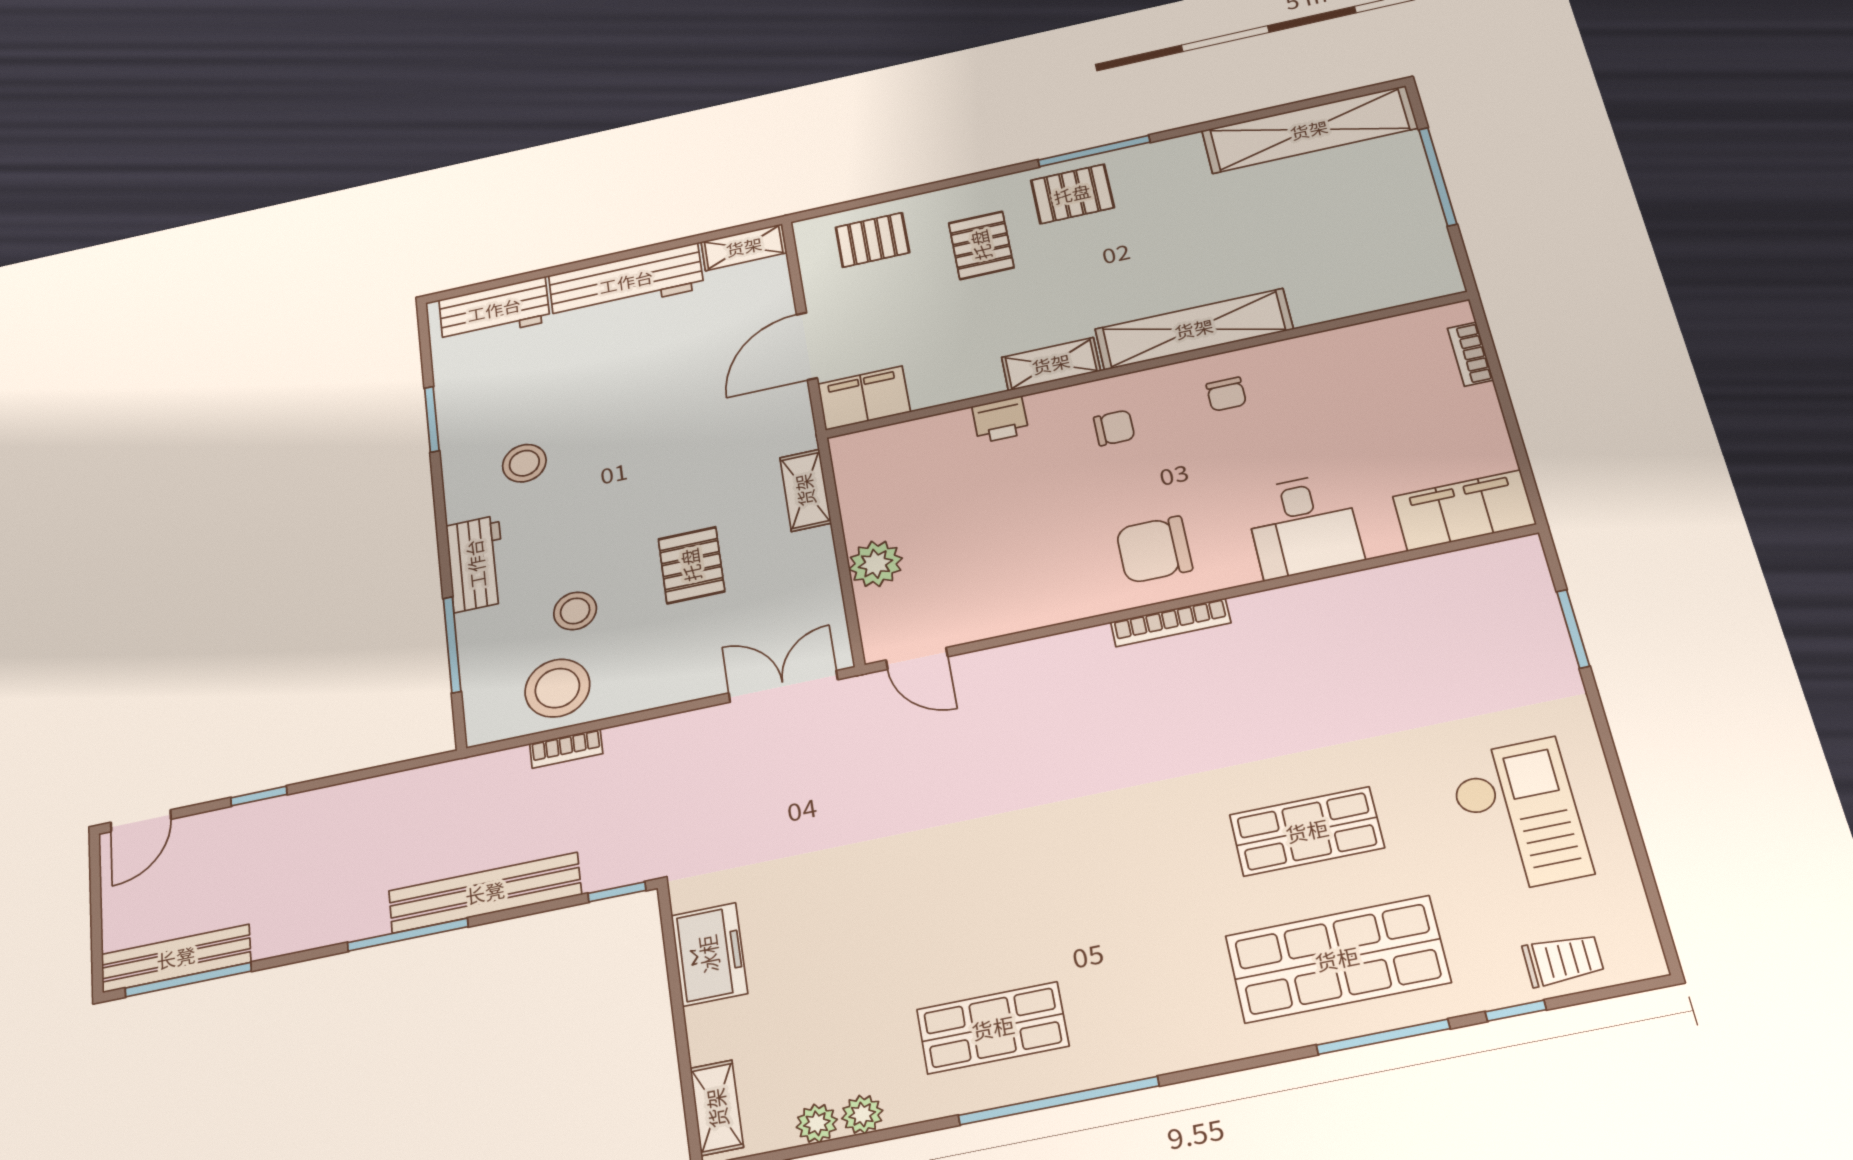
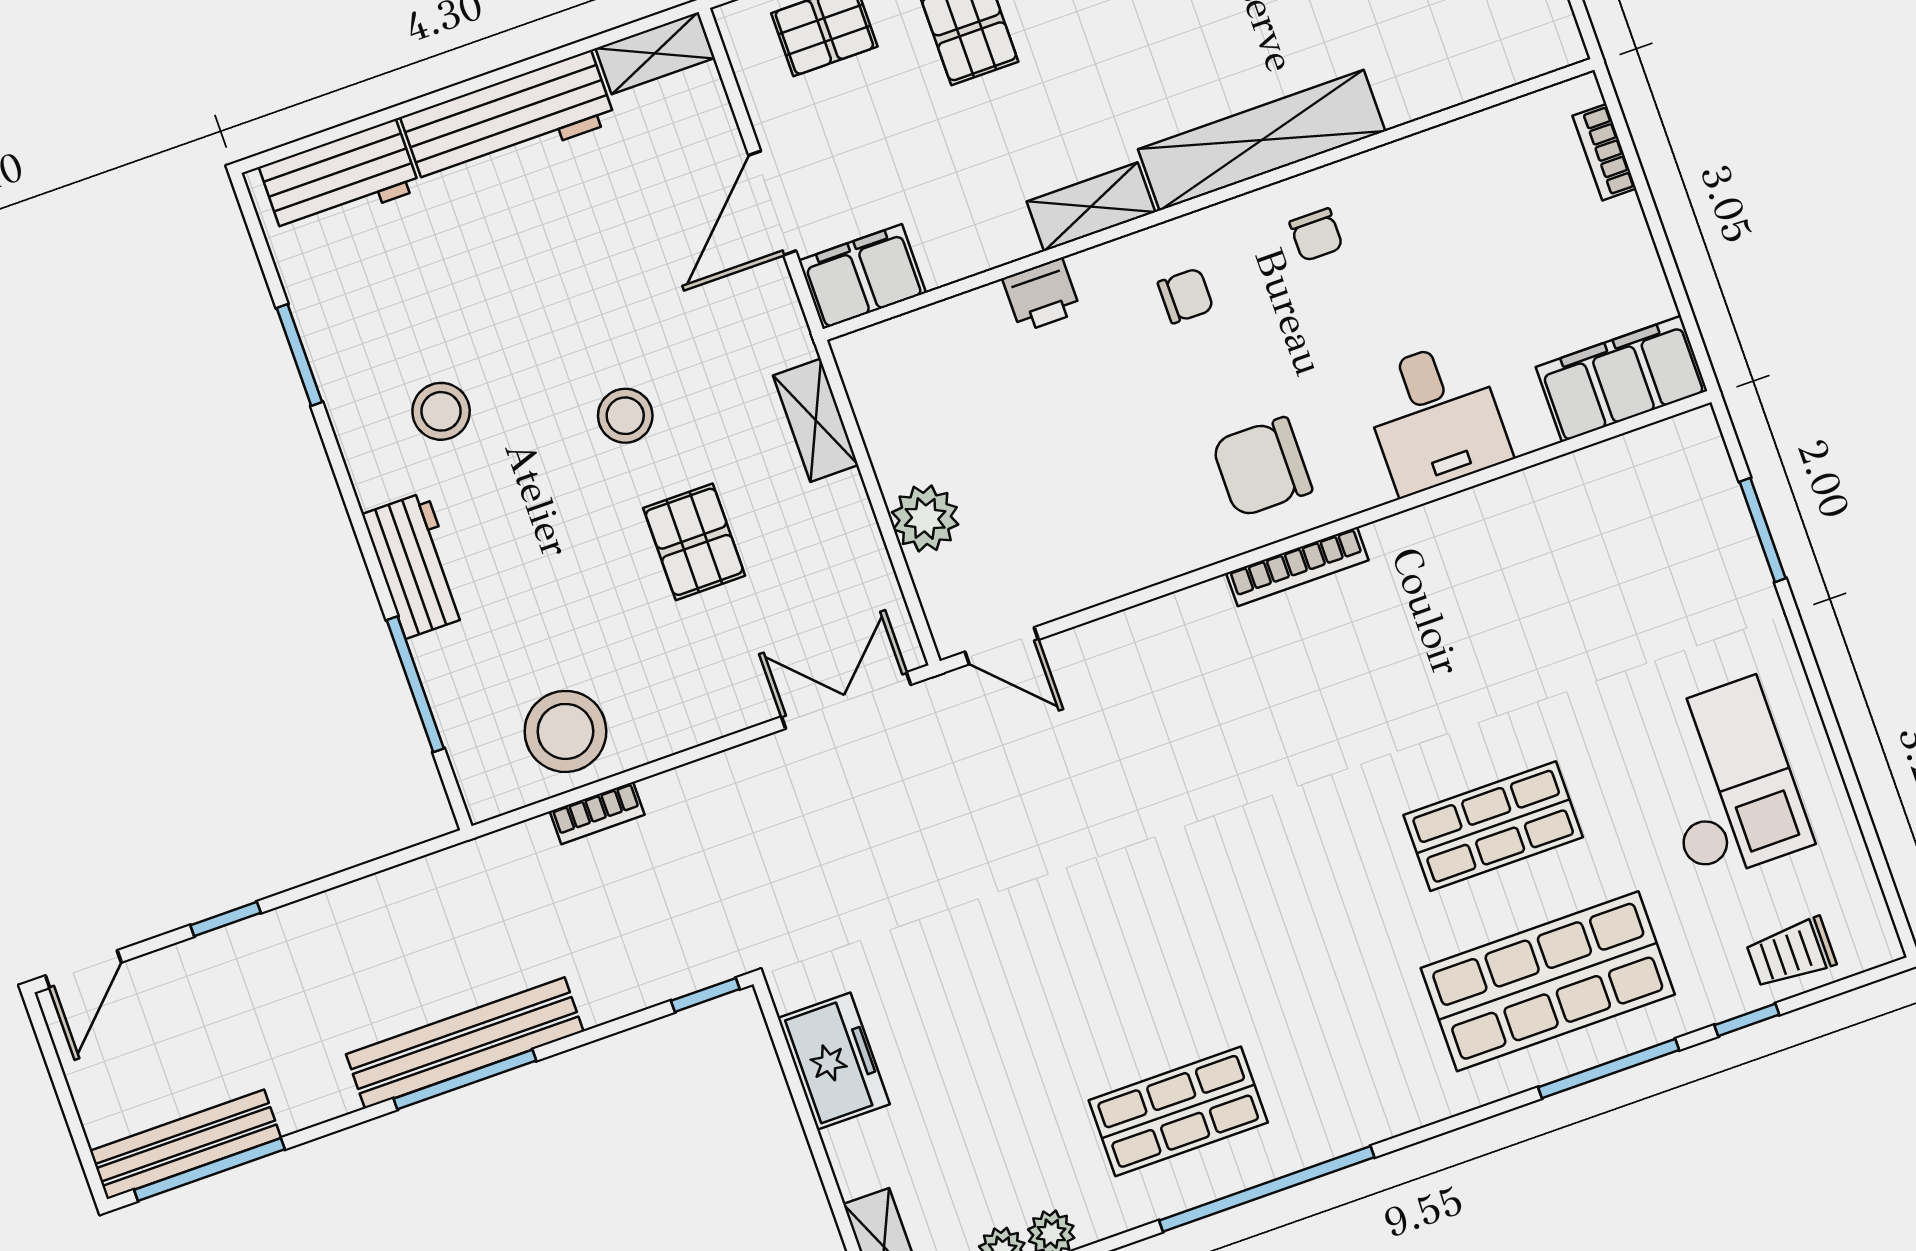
stool: (575, 611) -> (625, 416), moved
bench: (485, 893) -> (465, 1043), moved
trolley: (1563, 960) -> (1791, 953), turned 180

